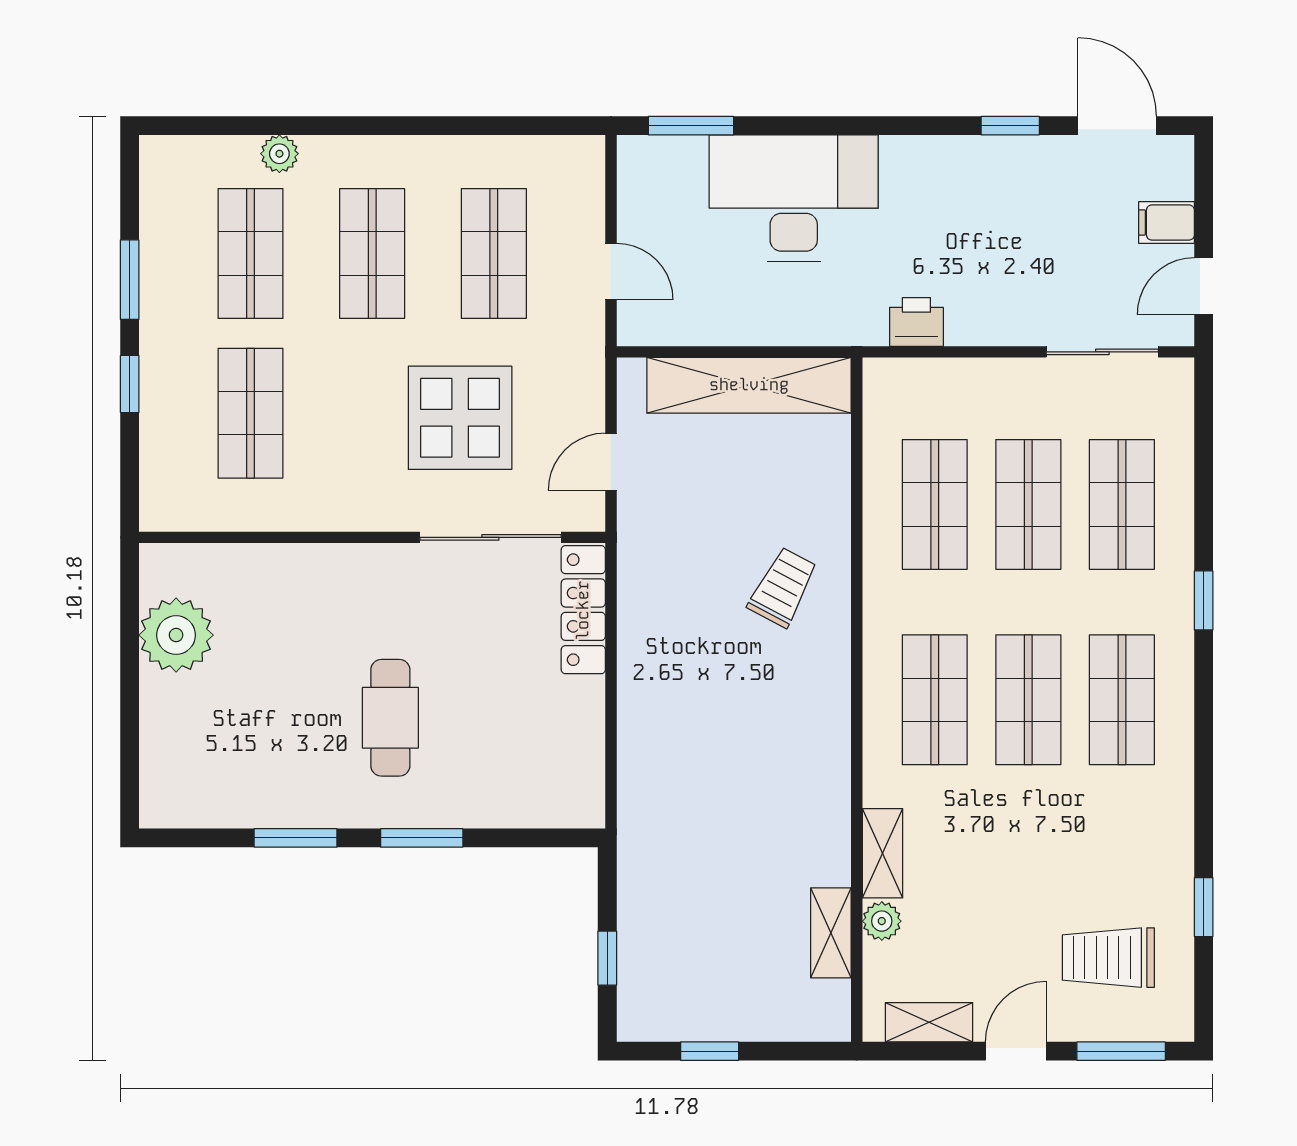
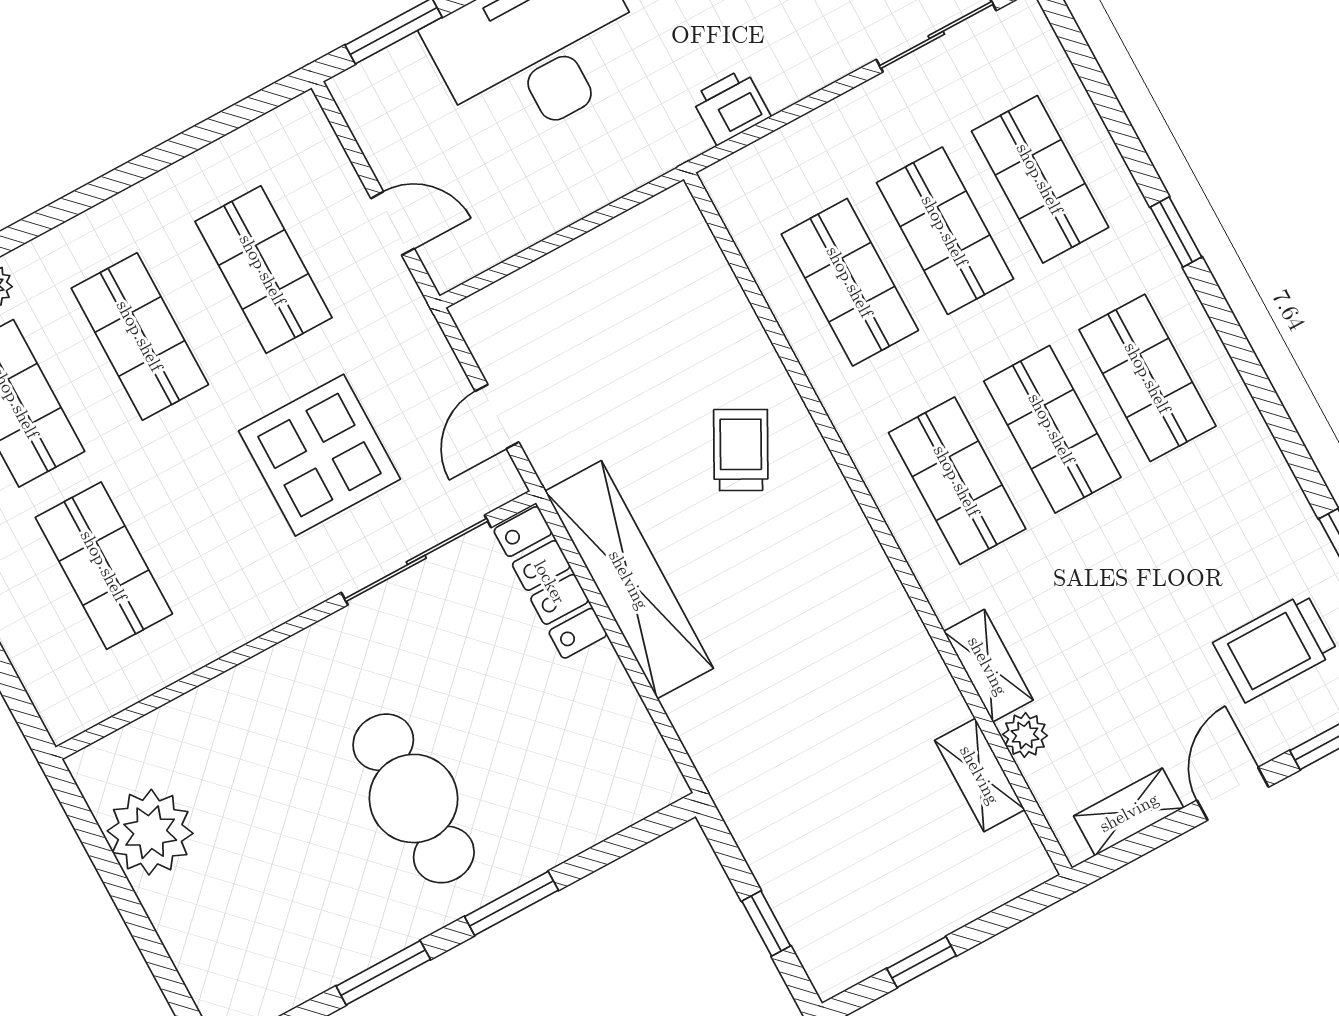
shelving: (749, 385) -> (629, 580), moved, turned 90
cafe table: (390, 718) -> (414, 798), width x1.37, depth x1.35

